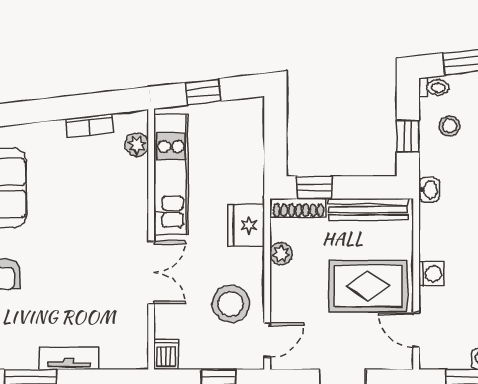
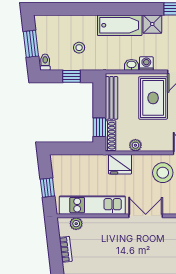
stool: (450, 126) -> (79, 48), moved
washbasin: (429, 190) -> (132, 65), moved

